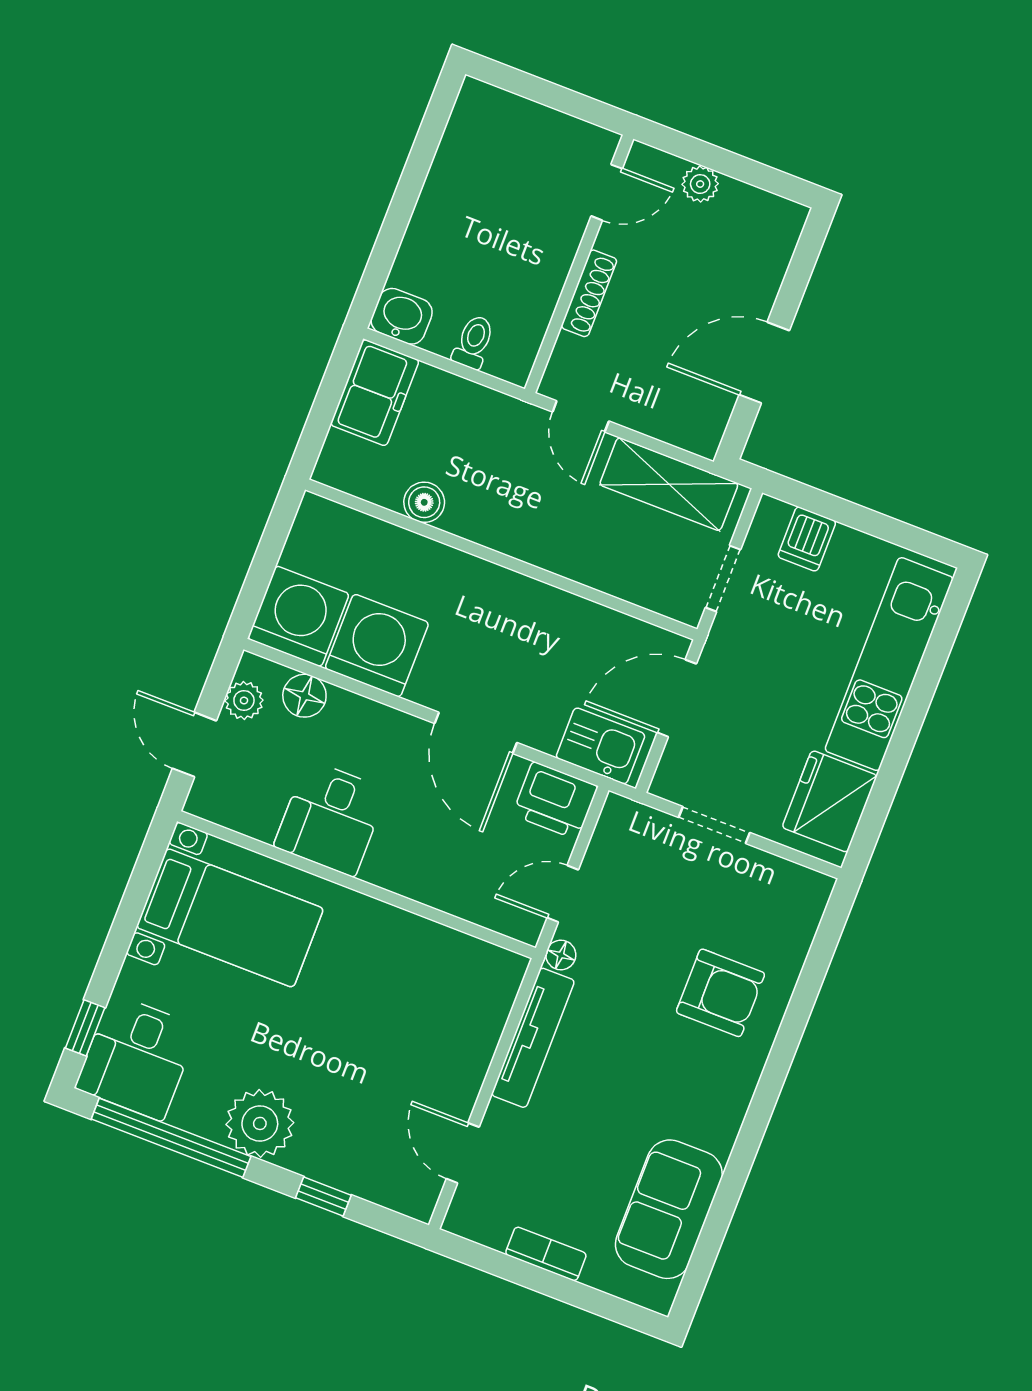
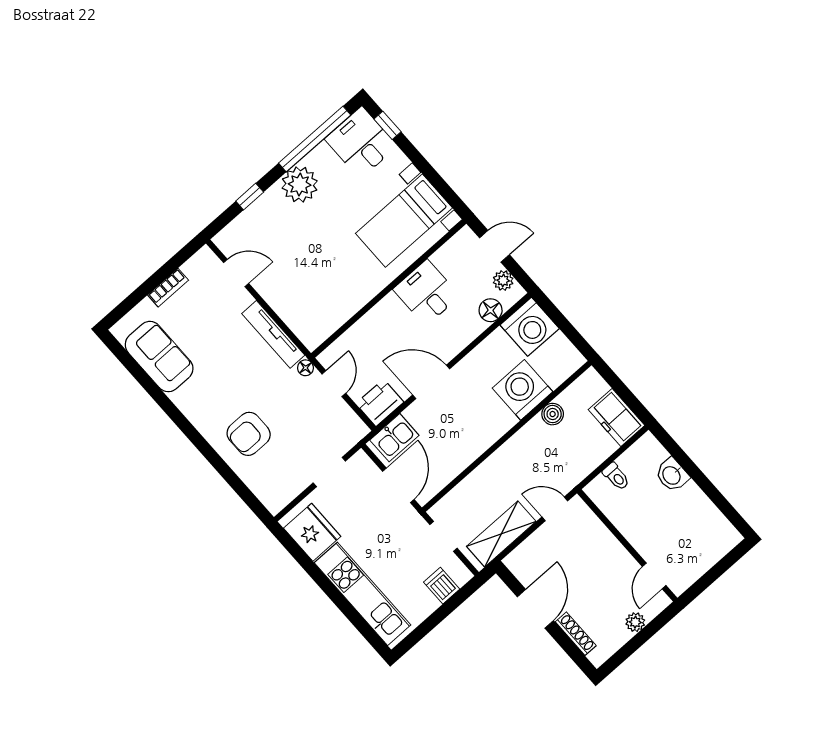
shoe rack: (589, 293) -> (576, 634), moved, turned 180
washbasin: (402, 316) -> (672, 475), moved, turned 90
washing machine: (377, 646) -> (523, 390), moved, turned 180

